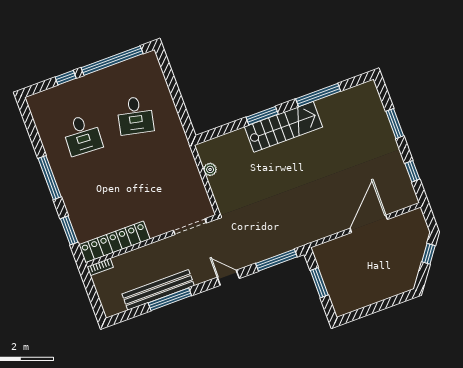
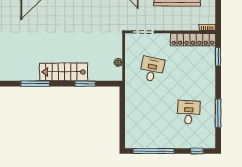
window: (66, 78) -> (197, 151), moved
desk: (135, 115) -> (152, 69), moved
window: (262, 116) -> (85, 84), moved
window: (50, 178) -> (218, 113), moved

